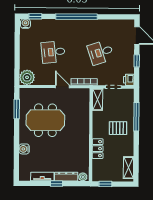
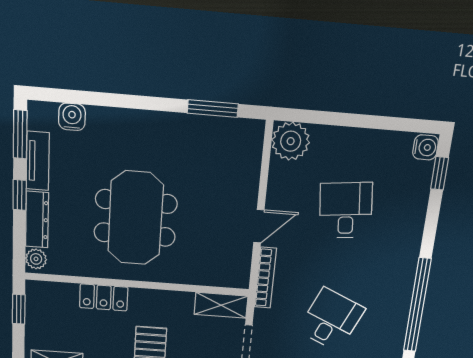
window: (77, 17) -> (417, 305), moved
desk: (101, 52) -> (331, 320), turned 42
meeting table: (45, 120) -> (135, 218), moved
water cooler: (24, 149) -> (72, 117), moved
window: (32, 183) -> (20, 134), added

